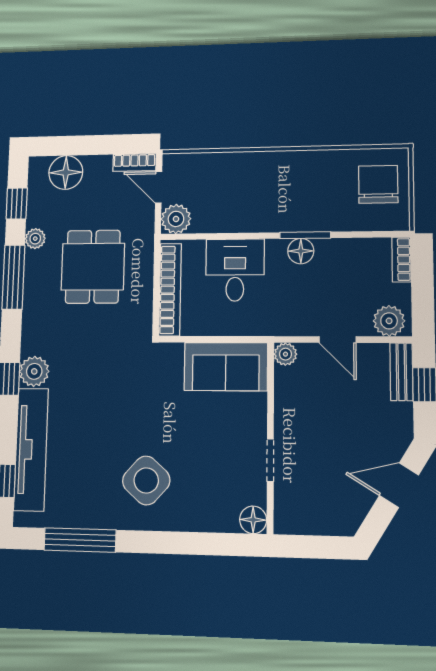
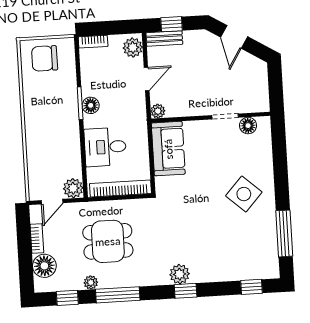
bookcase: (135, 163) -> (37, 239), moved
tv unit: (31, 449) -> (230, 271), removed
floor lamp: (253, 520) -> (248, 126), moved

